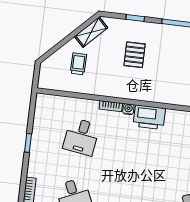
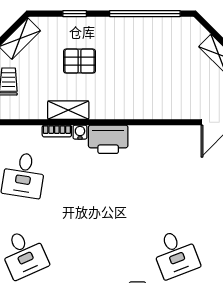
pallet: (135, 55) -> (80, 61), turned 90
shelving: (121, 91) -> (68, 110), added

